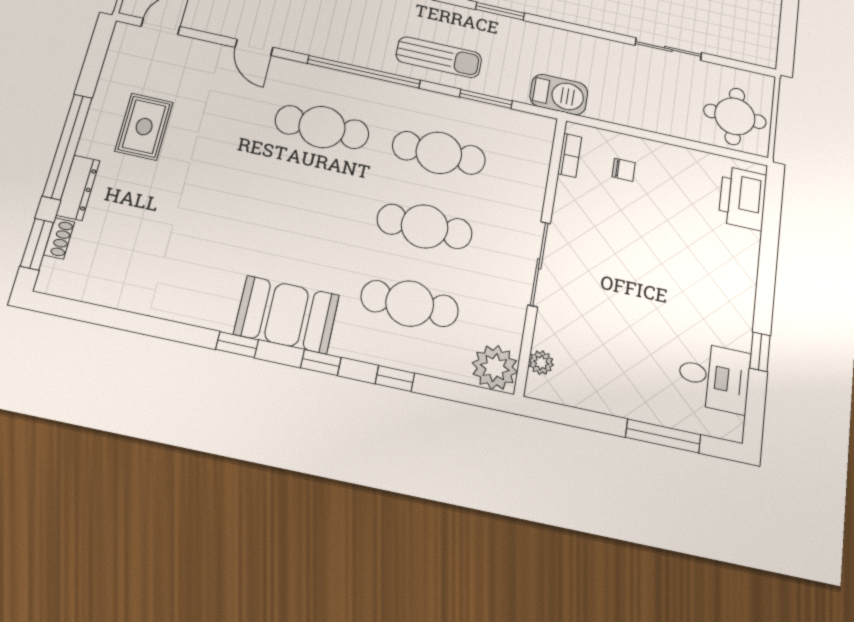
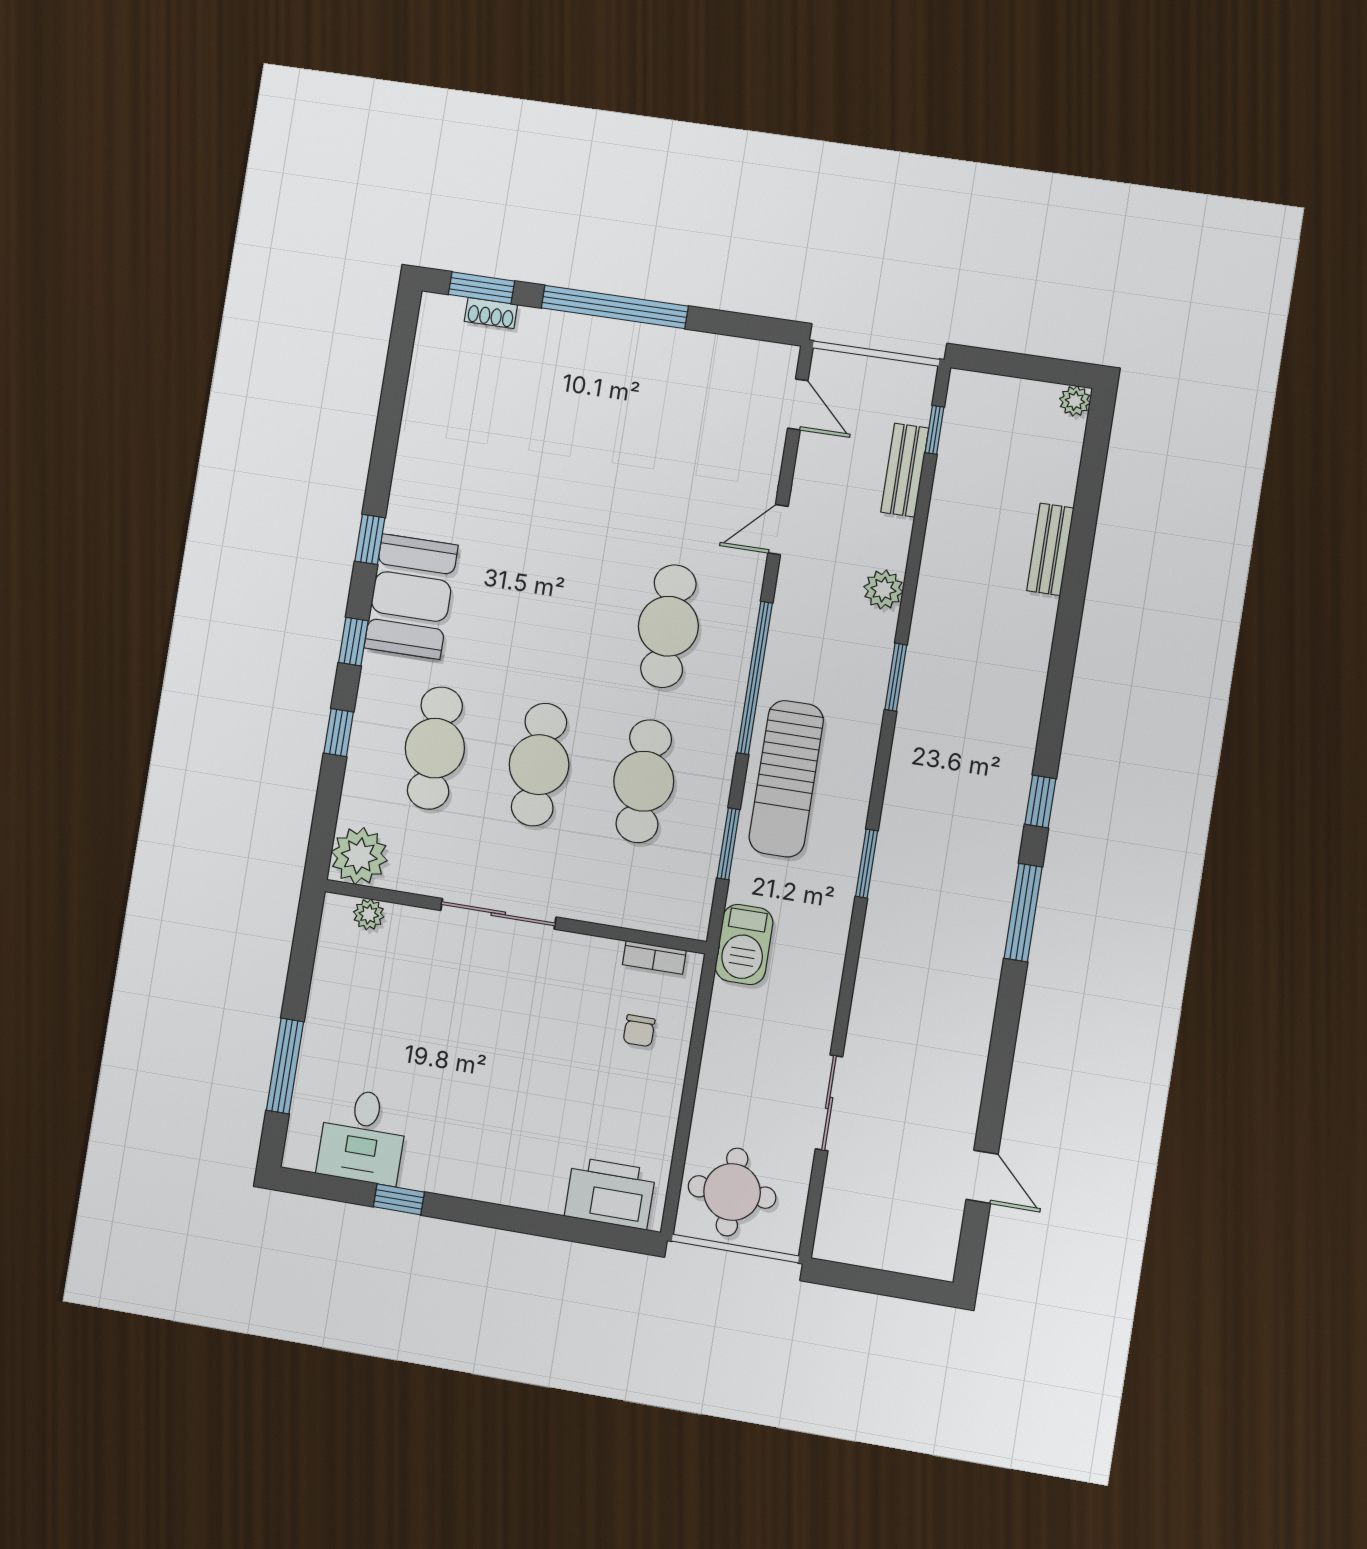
sun lounger: (439, 57) -> (786, 779), width x1.36, depth x1.34
rug: (144, 127) -> (650, 399), removed
dresser: (78, 188) -> (559, 327), removed

